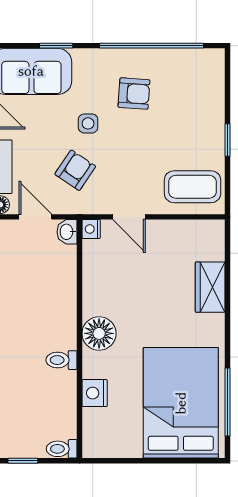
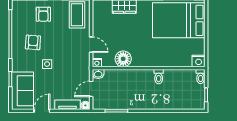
armchair: (75, 170) -> (43, 14), moved, turned -124
door: (129, 217) -> (91, 45), hinge flipped
floor lamp: (99, 333) -> (123, 59), moved
nightstand: (95, 393) -> (199, 61), moved

